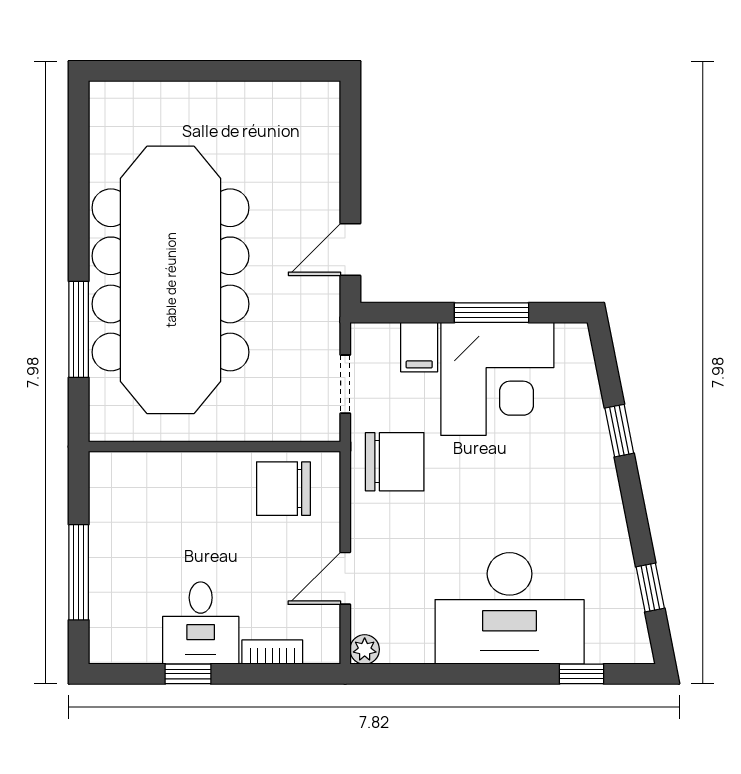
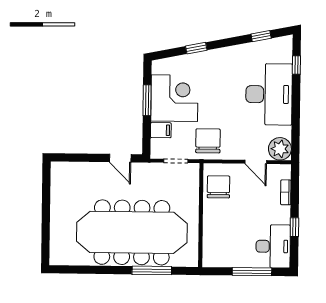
chair: (283, 489) -> (218, 187), turned 180
desk: (201, 623) -> (273, 246), moved, width x1.37
plant: (365, 649) -> (280, 149), width x1.88, depth x1.88

